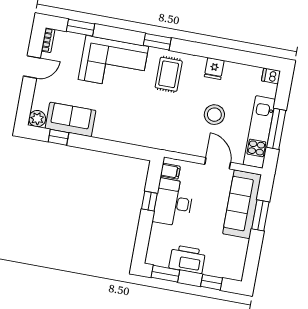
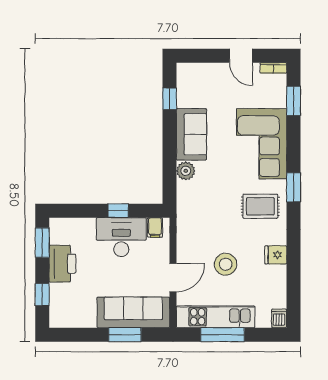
plant: (37, 119) -> (186, 171), moved
sofa: (71, 119) -> (191, 134), moved

